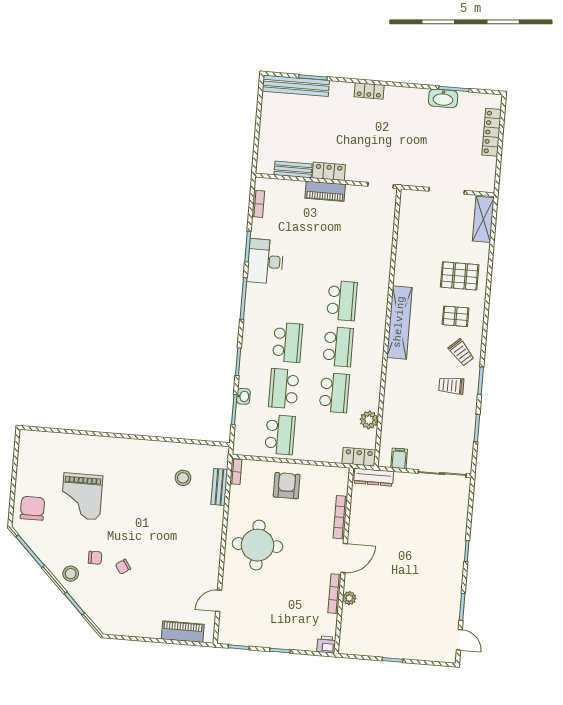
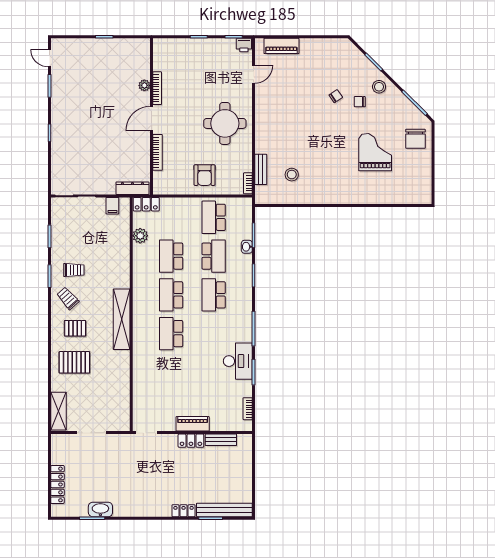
locker: (369, 91) -> (184, 511), moved
printer: (326, 645) -> (244, 45), moved

